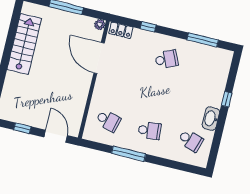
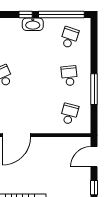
washbasin: (211, 119) -> (33, 24), moved
window: (217, 138) -> (61, 15), added

